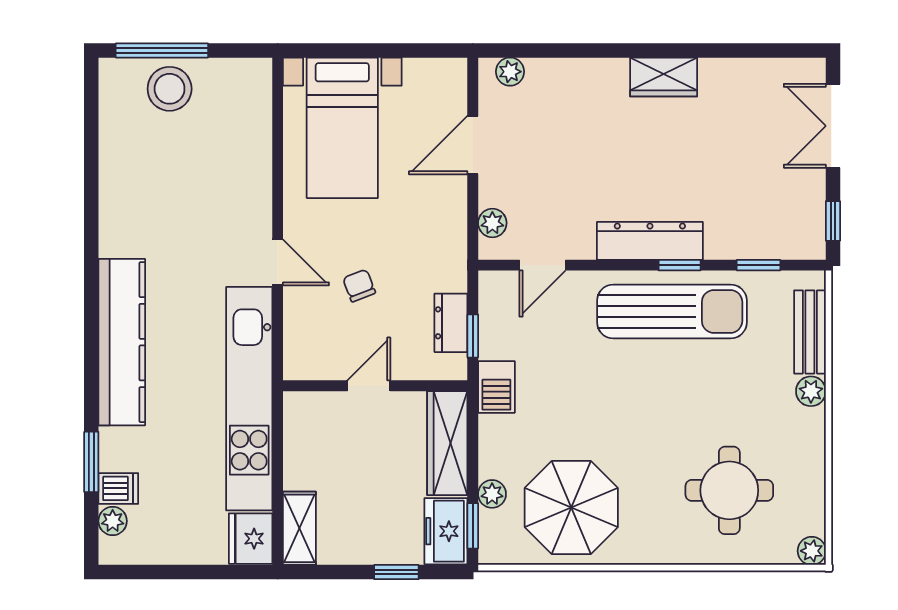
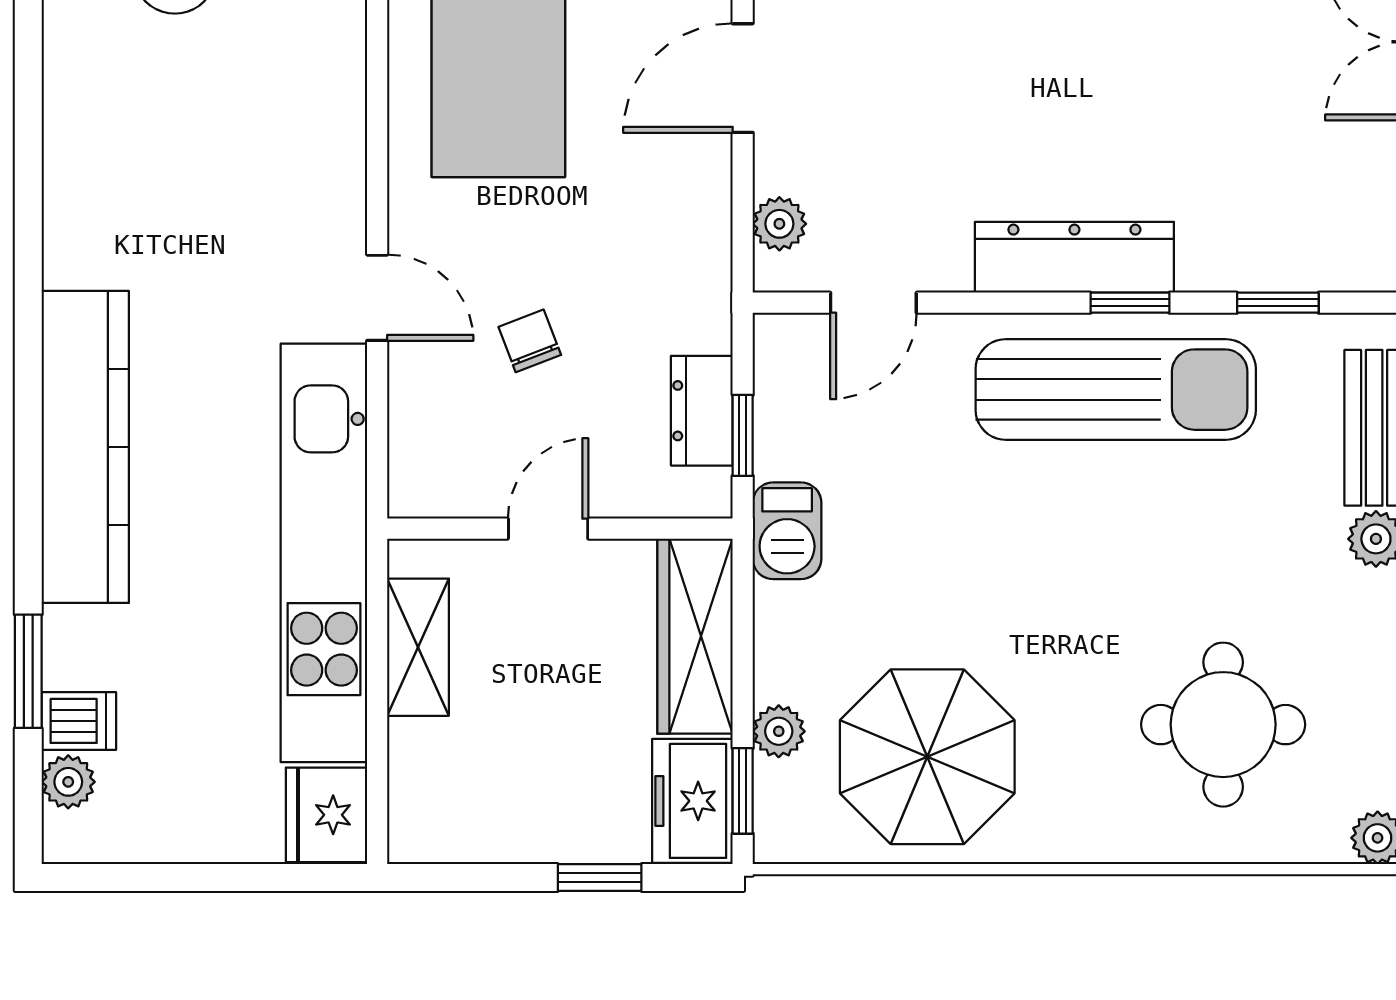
shelving: (299, 528) -> (418, 647), moved

